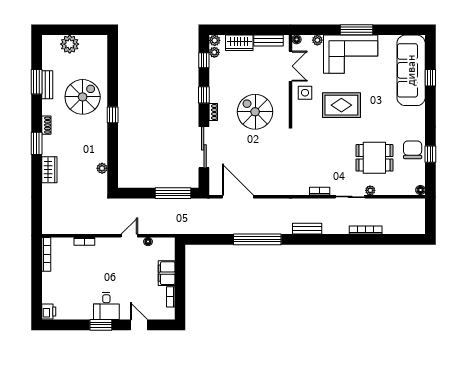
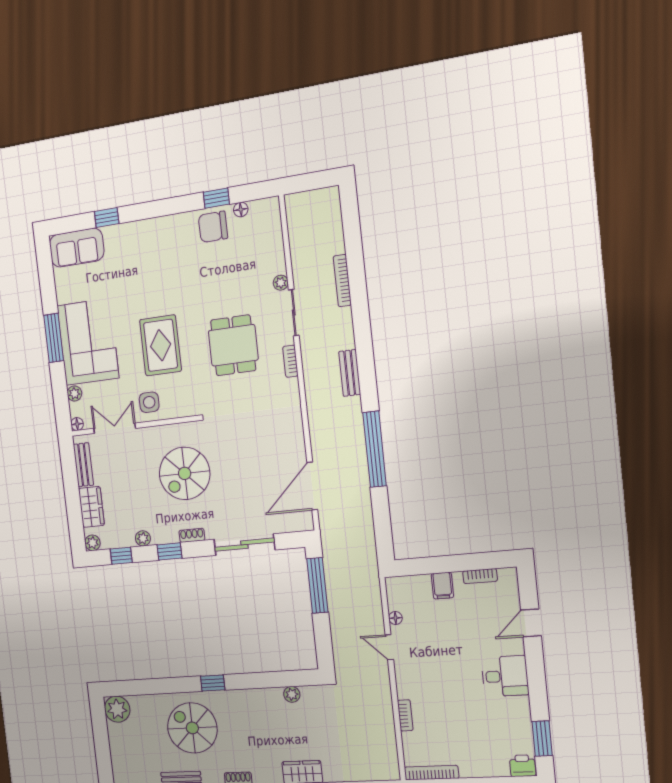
plant: (70, 44) -> (117, 709), moved
plant: (214, 52) -> (143, 538), moved
sofa: (411, 70) -> (77, 248), width x0.54, depth x0.79
dining table: (374, 158) -> (233, 345), moved
floor lamp: (420, 190) -> (241, 209), moved
filing cabinet: (167, 273) -> (442, 586), width x0.50
window: (101, 325) -> (542, 739), moved

